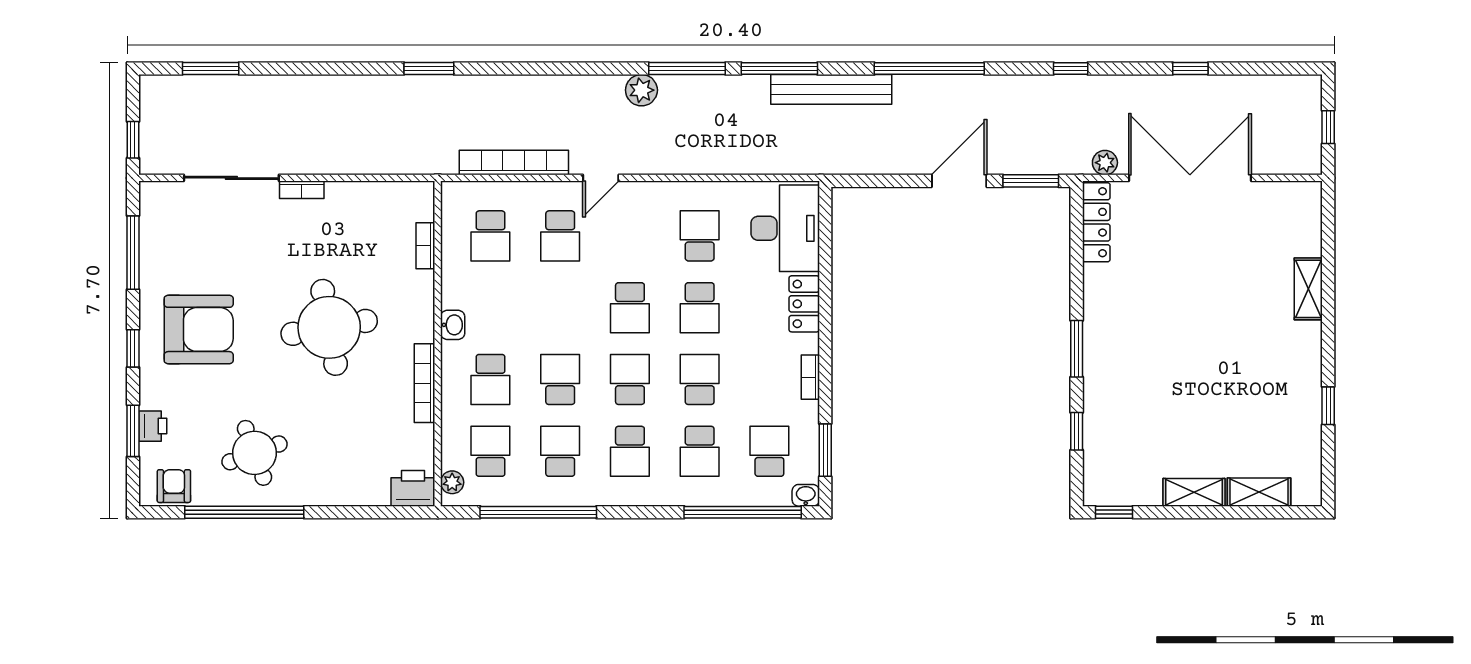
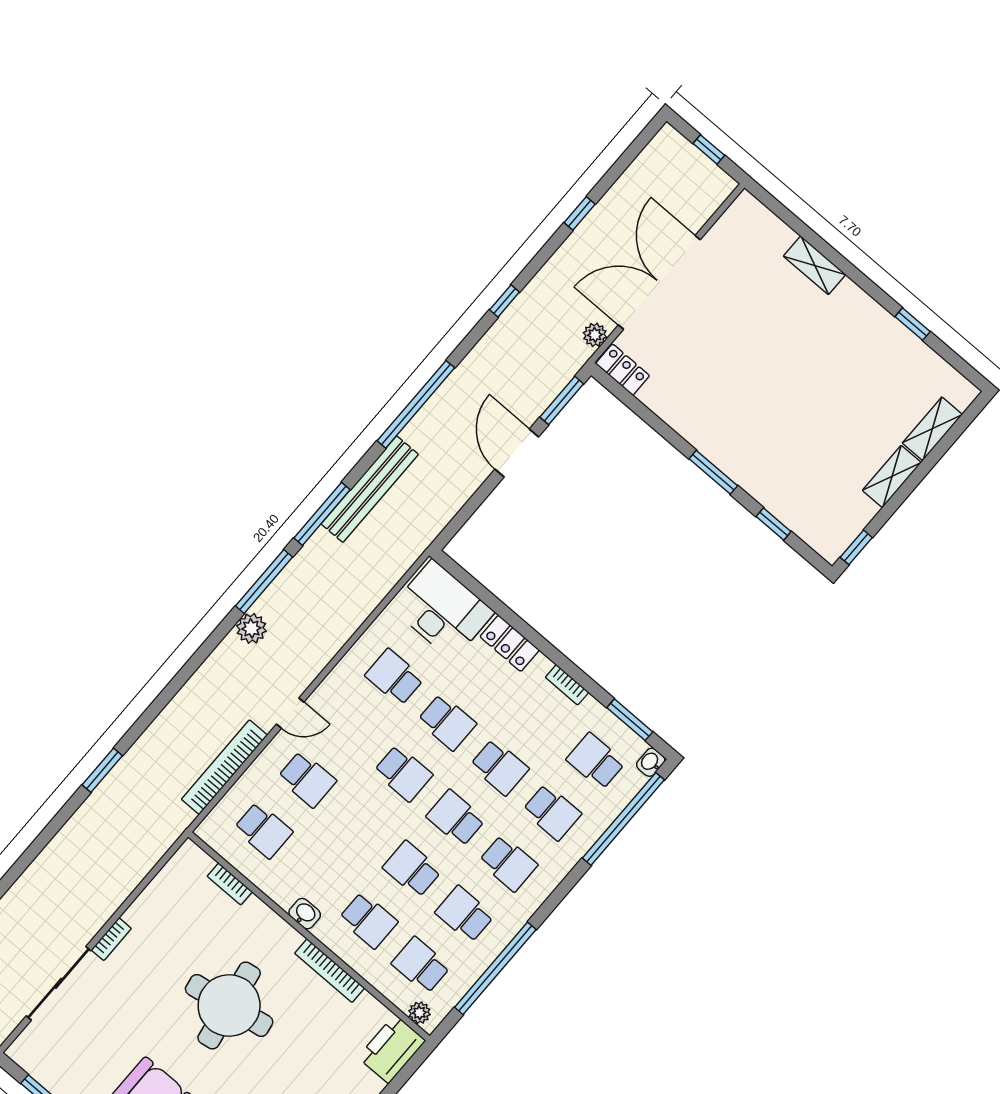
door: (601, 178) -> (290, 713), hinge flipped
locker: (1096, 222) -> (623, 370), width x0.66
school desk: (700, 379) -> (499, 767), turned 180
printer: (413, 488) -> (392, 1049), width x1.37, depth x1.19

